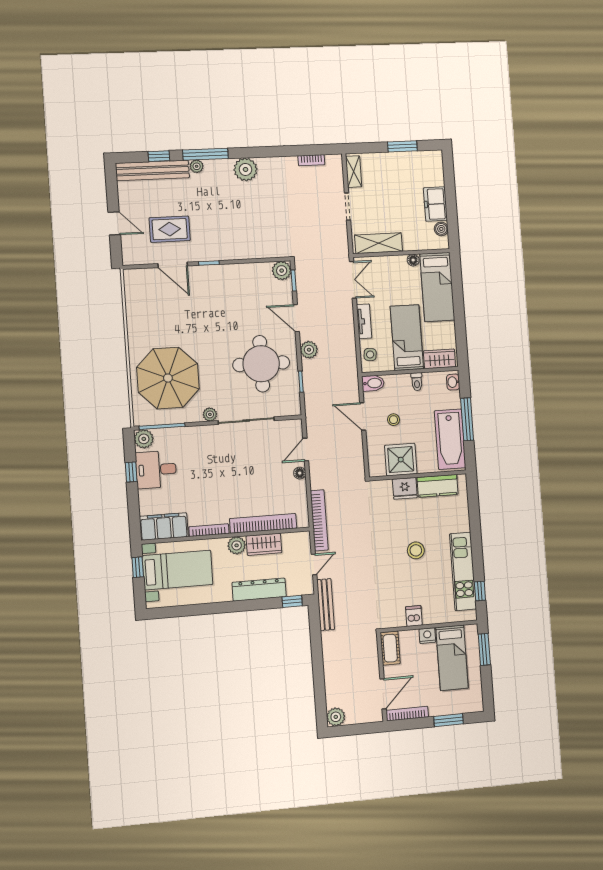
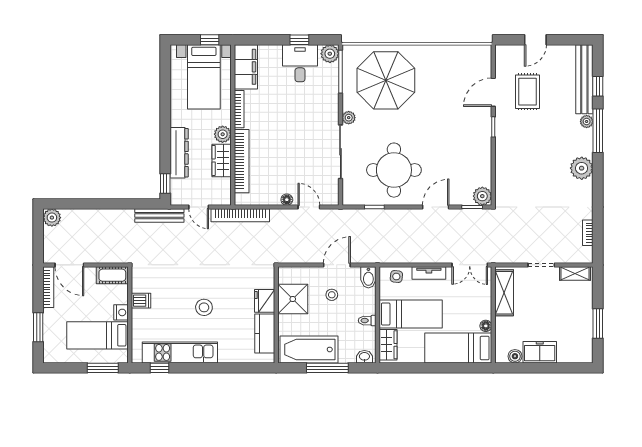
plant: (309, 350) -> (405, 217), removed

